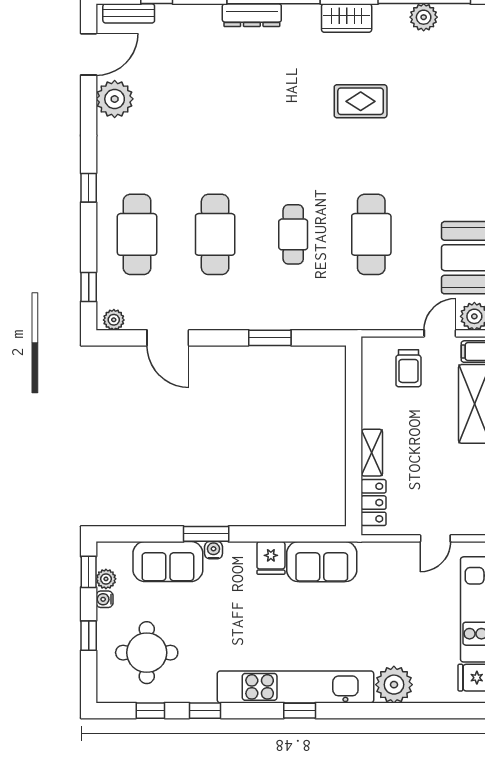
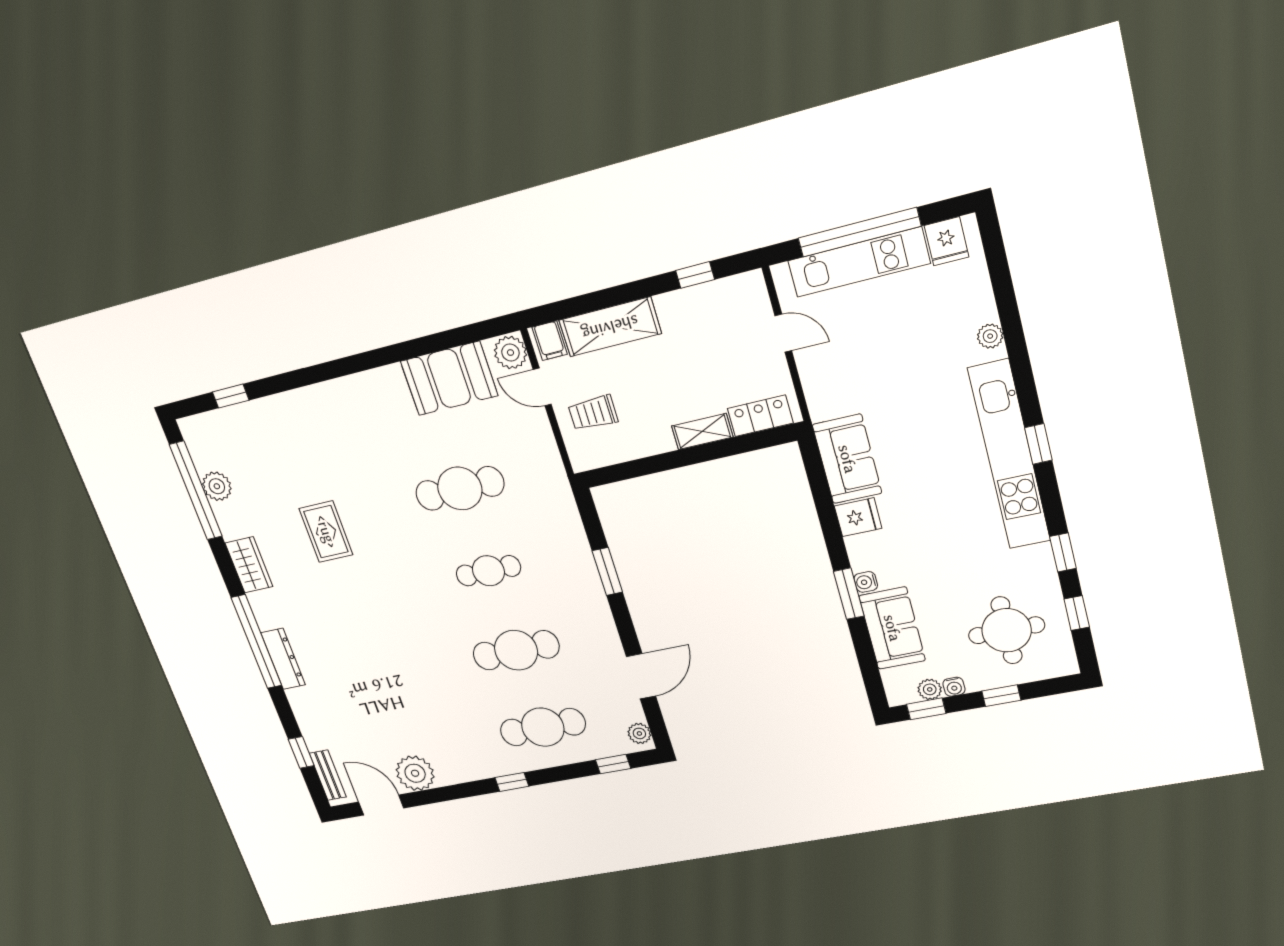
trolley: (408, 368) -> (593, 413), turned 180
plant: (394, 685) -> (990, 336), width x0.53, depth x0.53

